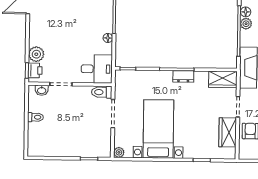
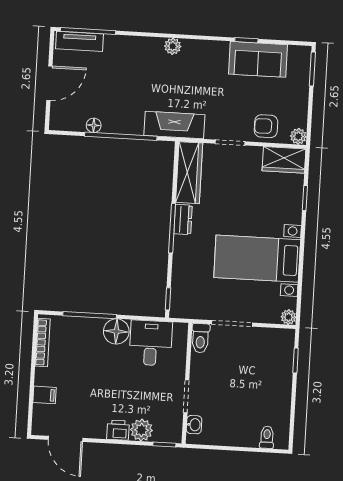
plant: (246, 24) -> (298, 136), moved
floor lamp: (108, 38) -> (116, 331), width x1.89, depth x1.89
desk: (97, 69) -> (151, 343), moved
printer: (35, 70) -> (118, 430), moved
wardrobe: (223, 79) -> (189, 173), width x1.50
toilet: (35, 117) -> (267, 437), moved
wardrobe: (228, 132) -> (284, 160), moved

